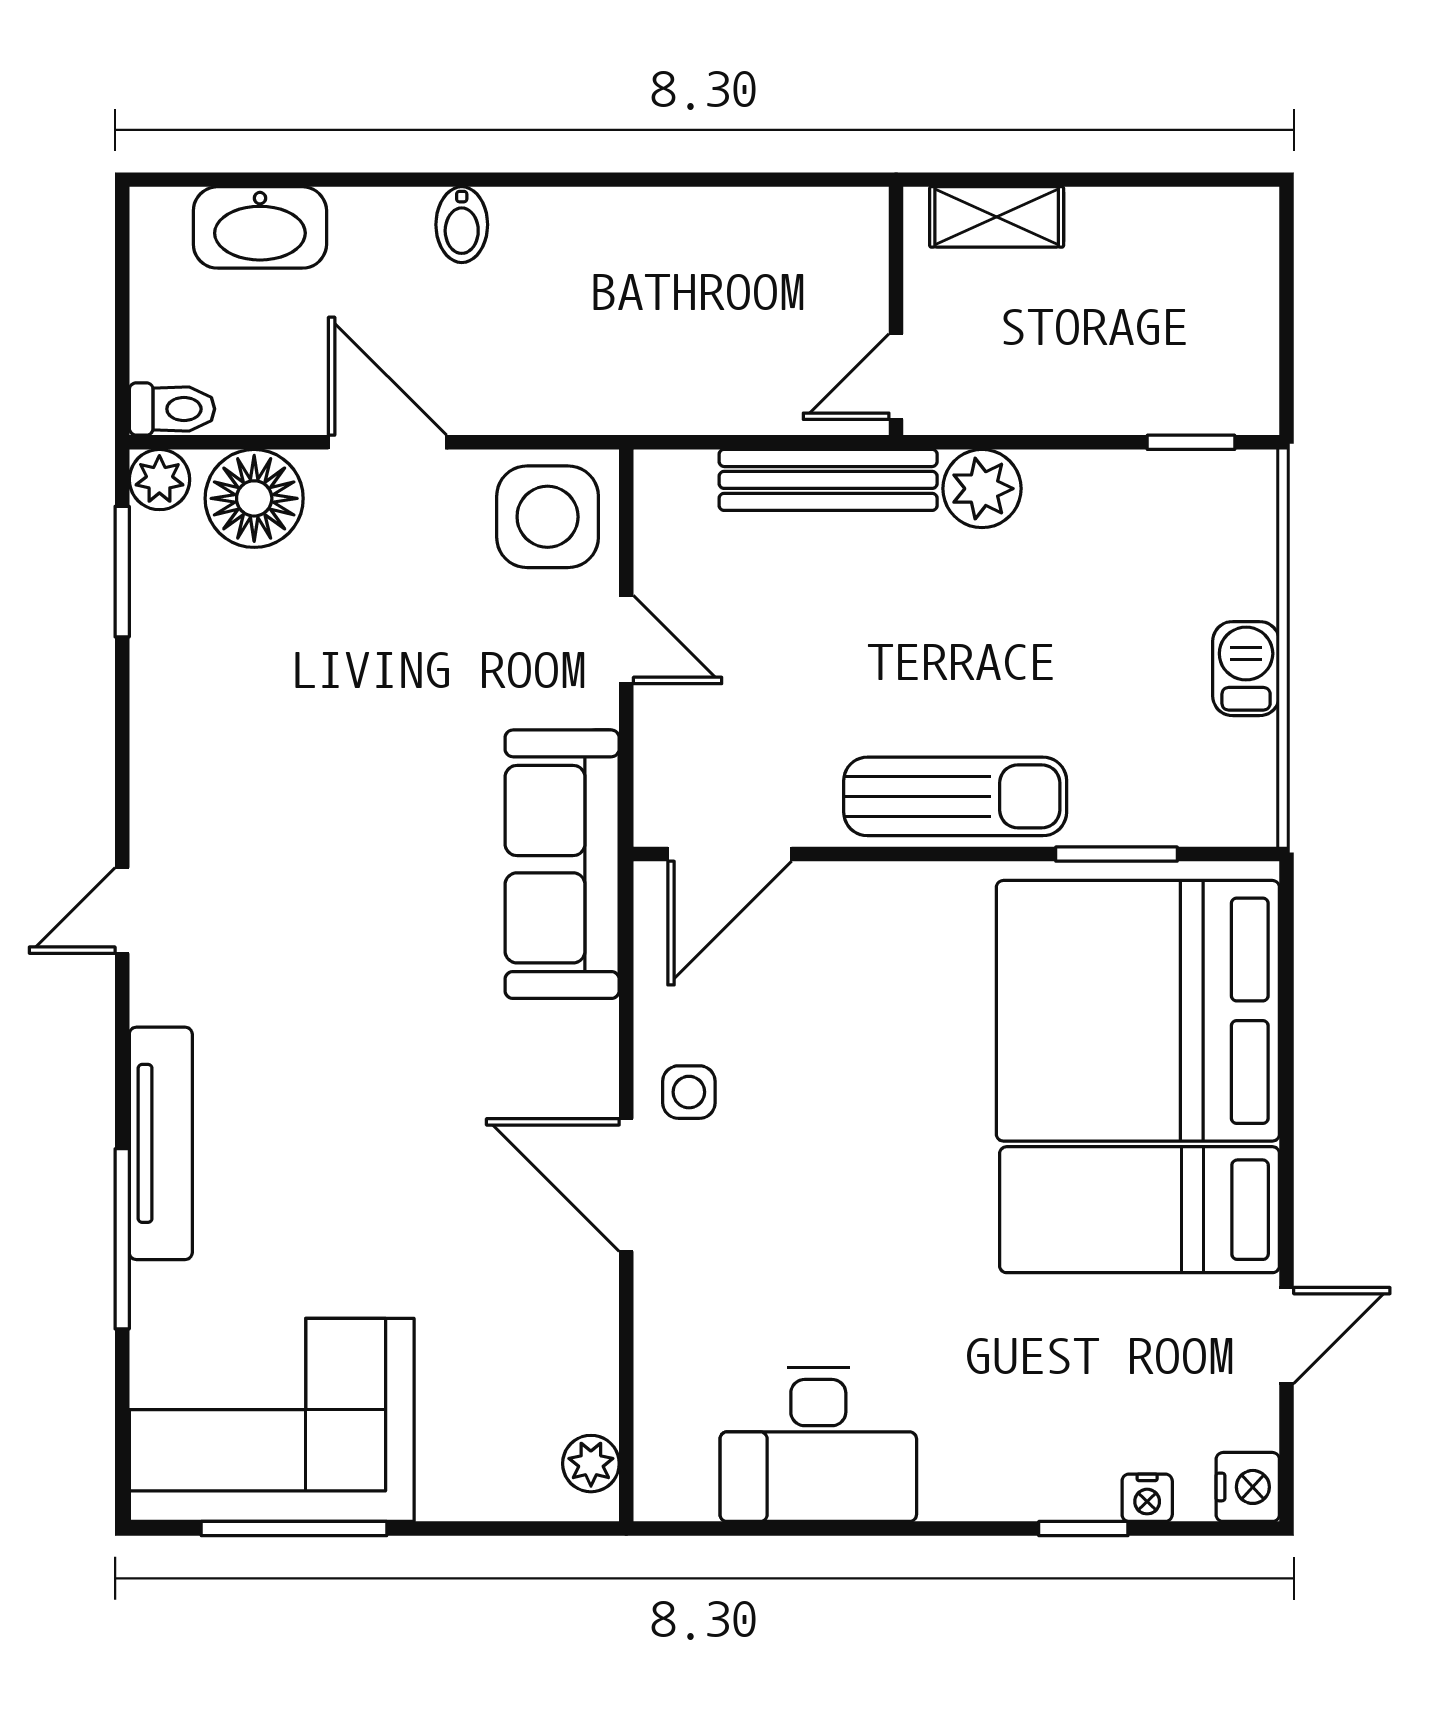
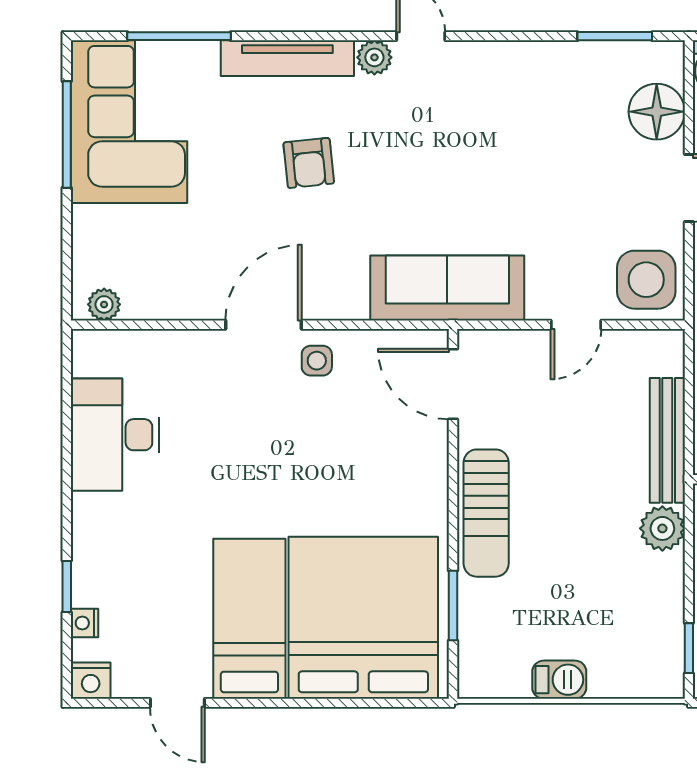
plant: (159, 480) -> (374, 57), moved
armchair: (344, 1106) -> (309, 163), added
window: (122, 1239) -> (179, 36), moved

